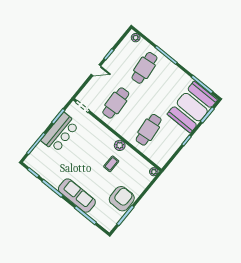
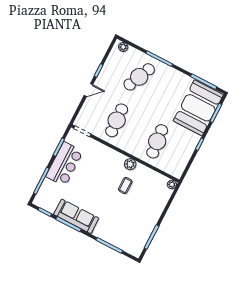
cafe table: (144, 68) -> (139, 77), turned 30
sofa: (77, 196) -> (76, 216), moved
armchair: (122, 199) -> (144, 220), removed

